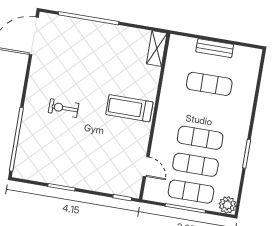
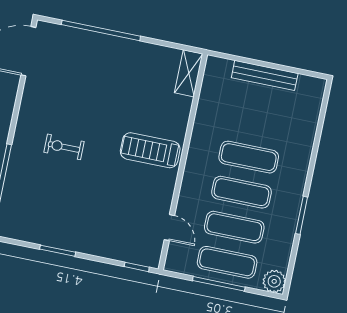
bench: (215, 48) -> (265, 75), width x1.36
exercise mat: (209, 84) -> (249, 157), moved

